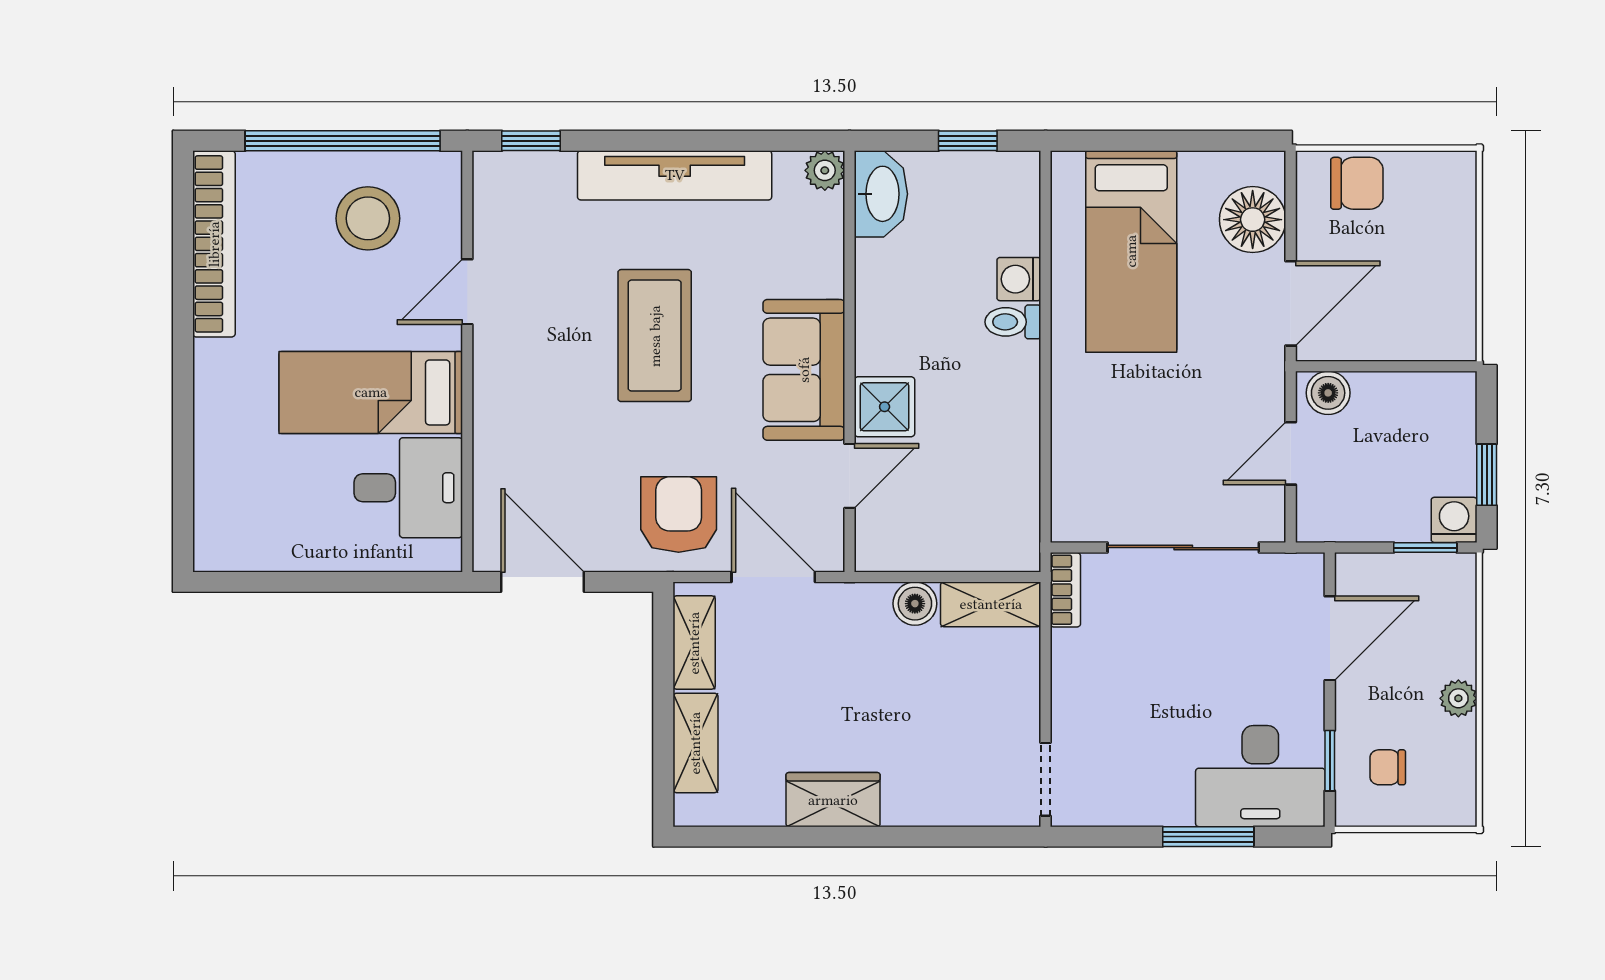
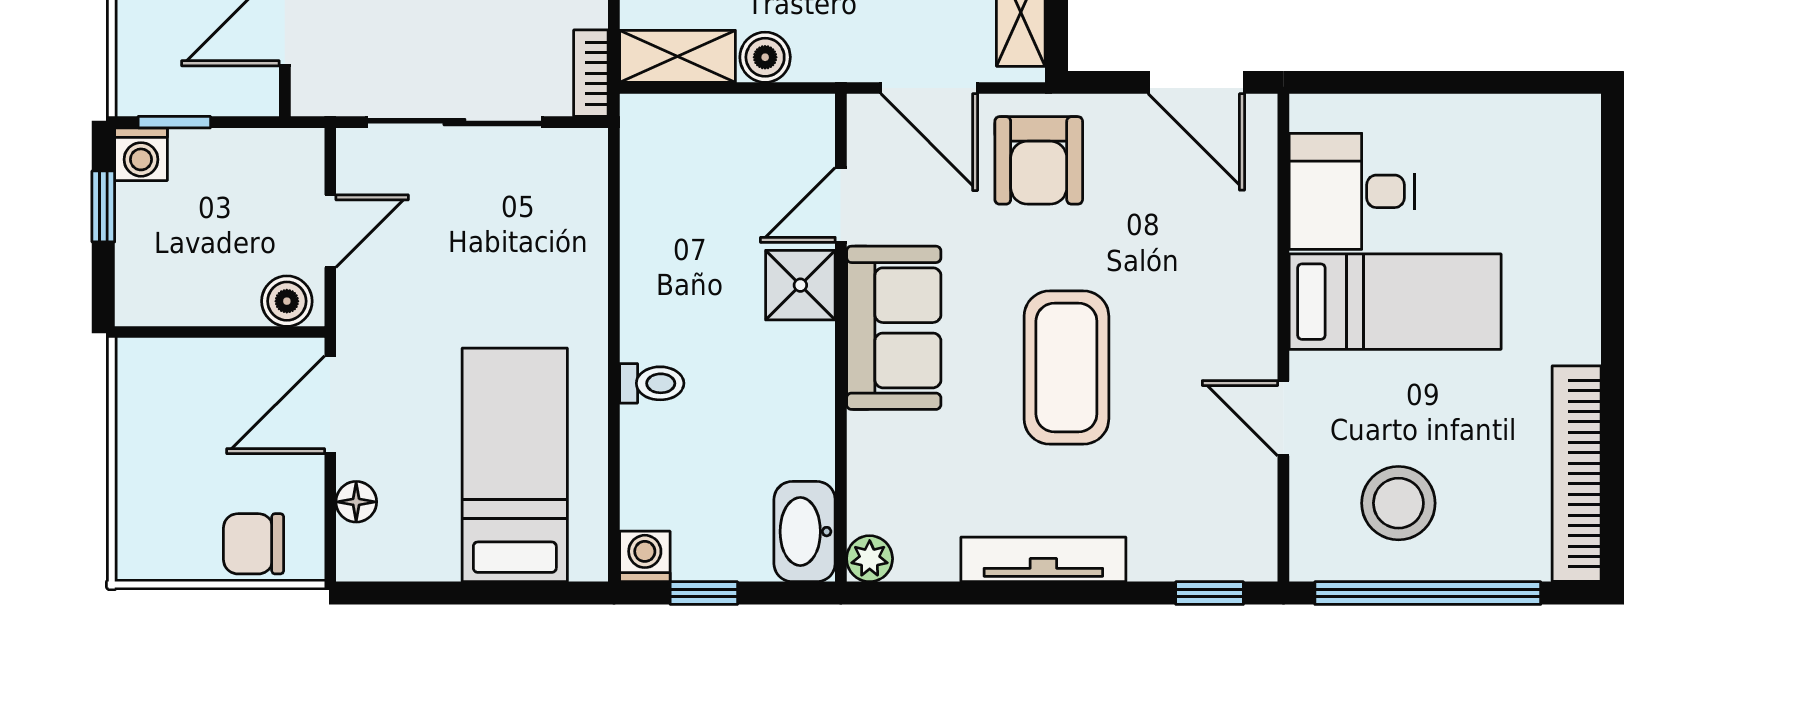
tv unit: (675, 175) -> (1043, 559), width x0.73, depth x0.78
floor lamp: (1253, 220) -> (356, 502), width x0.53, depth x0.53
washing machine: (1019, 279) -> (645, 556), moved, turned -90
door: (467, 292) -> (1283, 418), swing flipped

